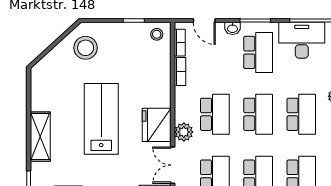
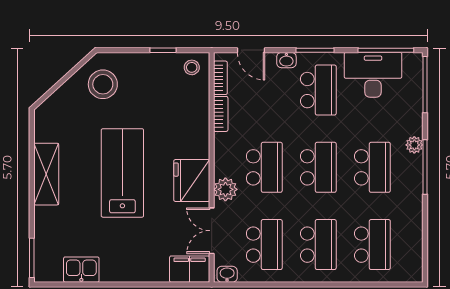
shelving: (40, 137) -> (46, 174), moved

